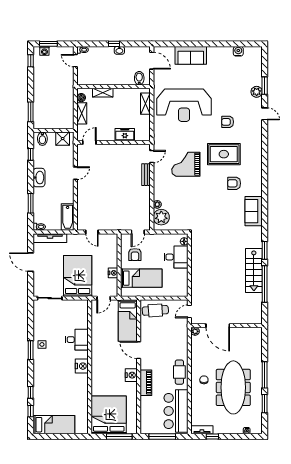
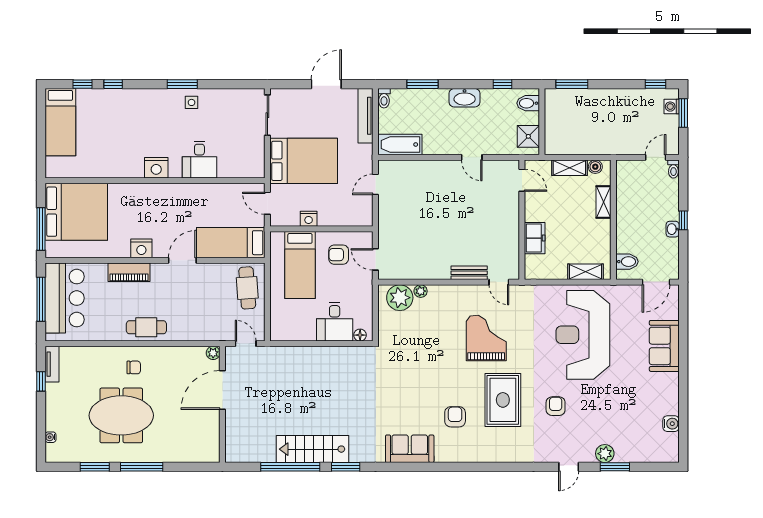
meeting table: (233, 387) -> (121, 415), width x0.73
bar counter: (176, 411) -> (65, 298), moved, turned 90

